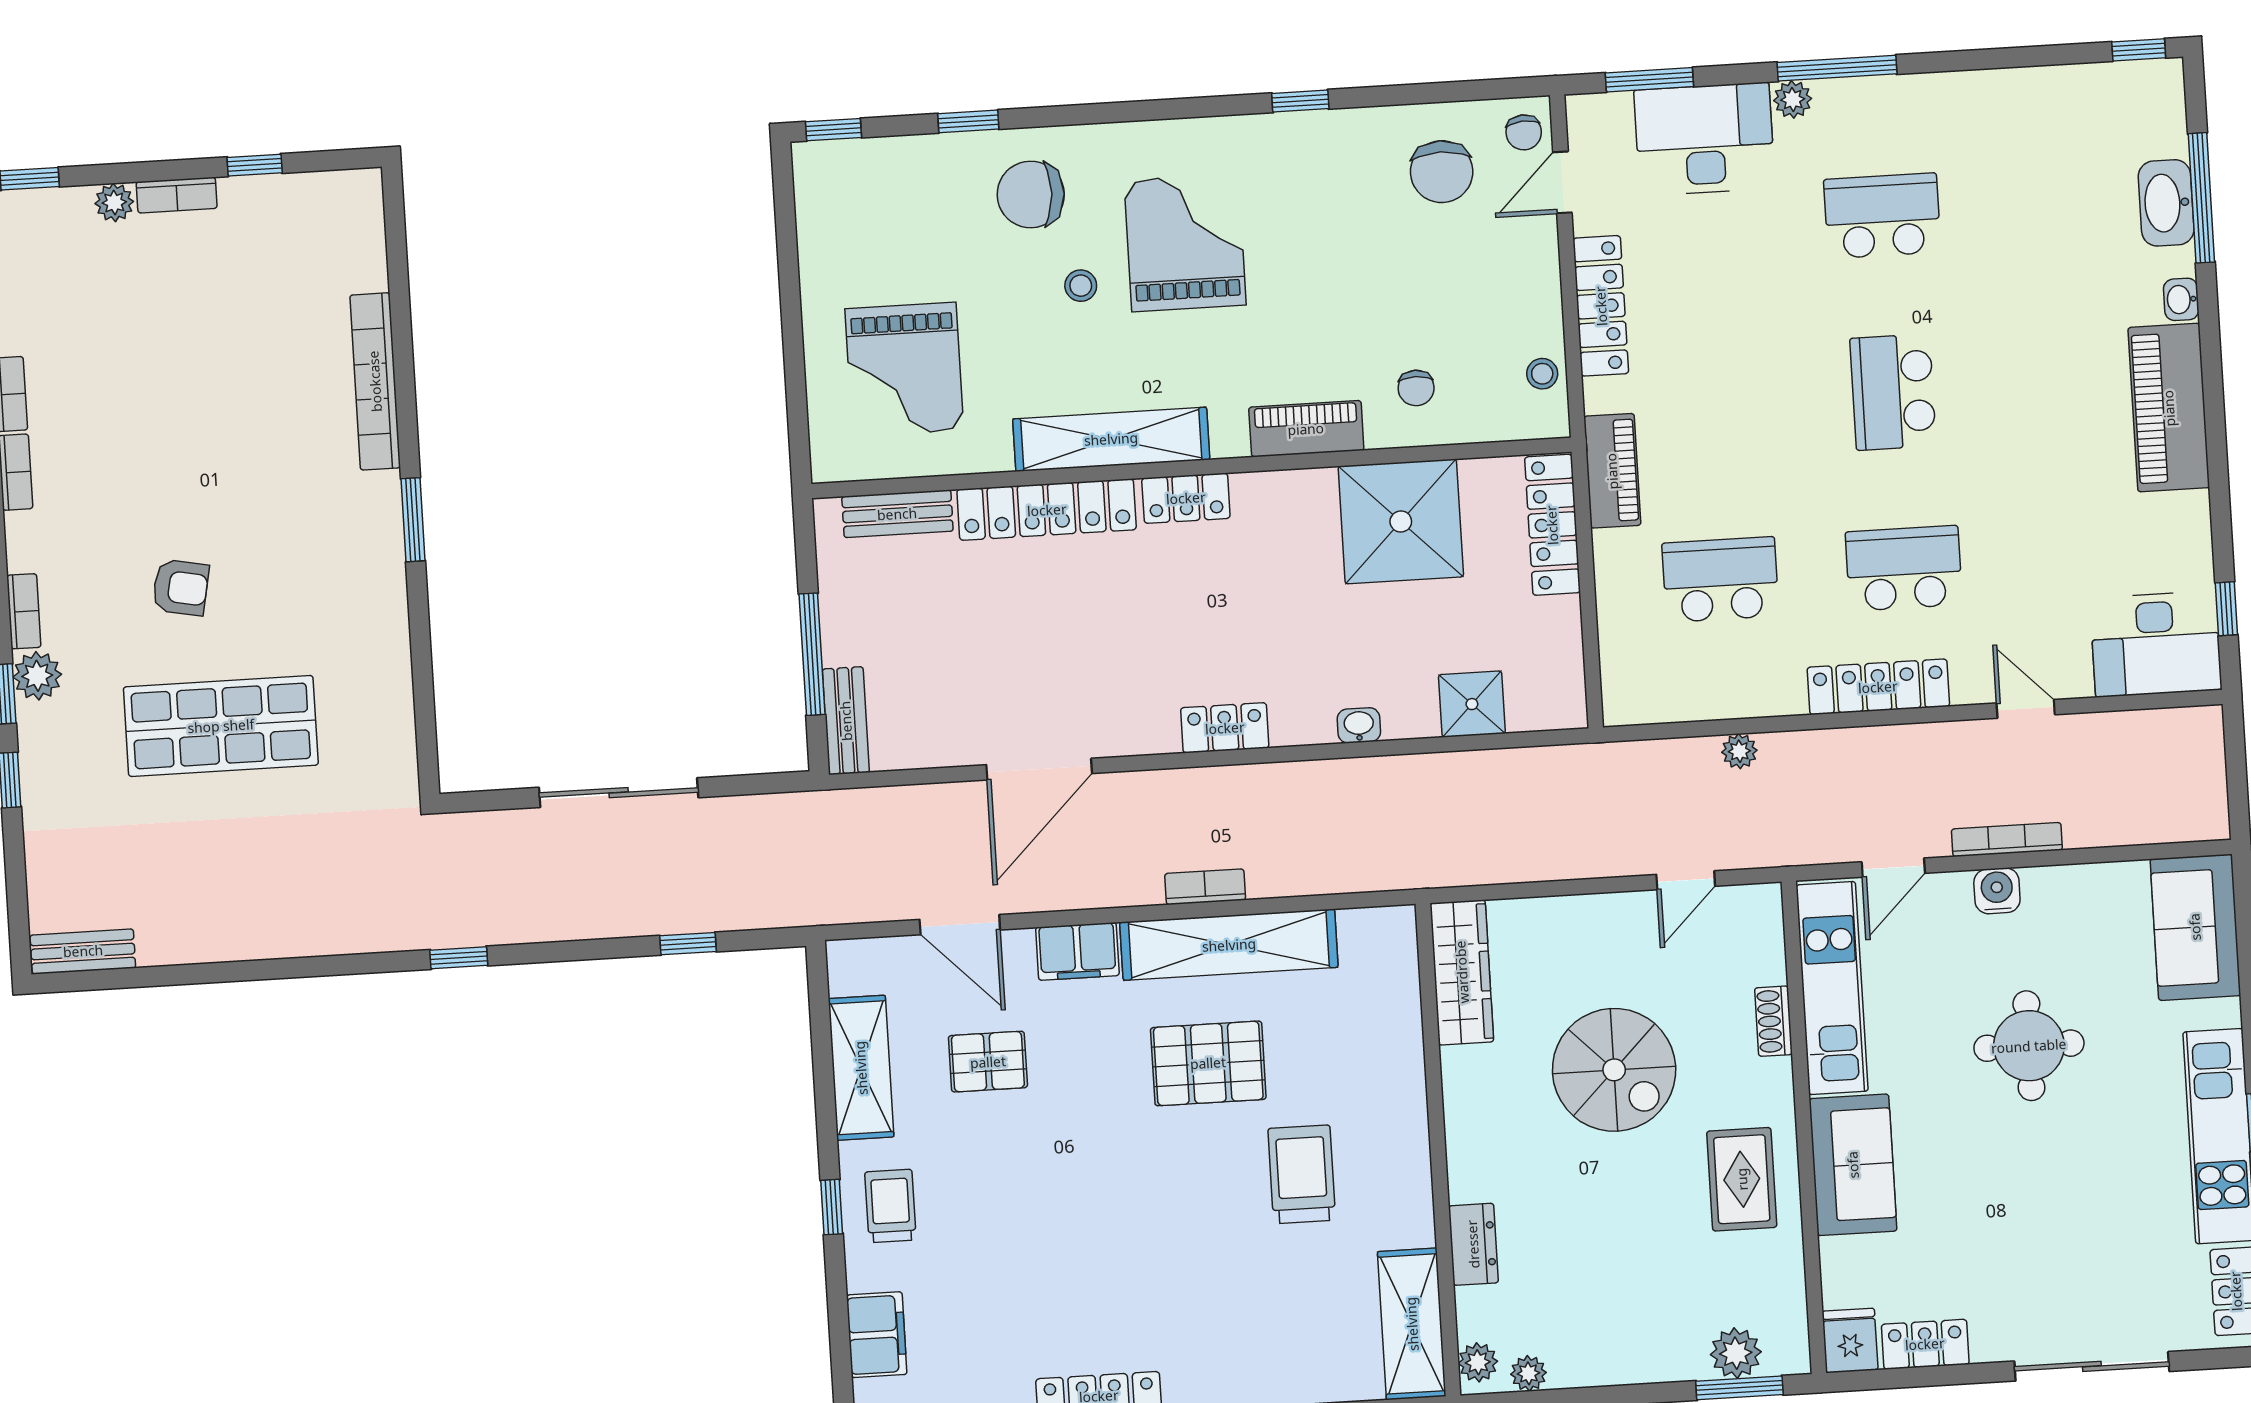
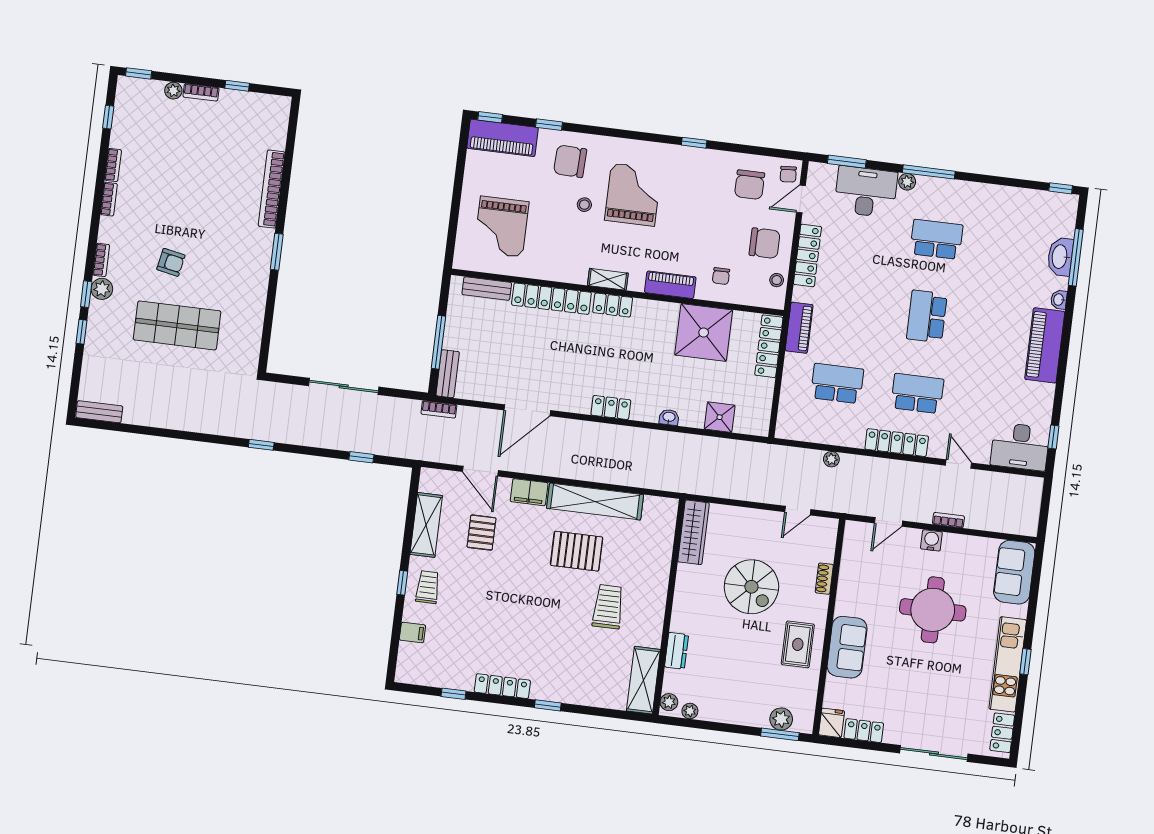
piano: (870, 171) -> (503, 138), added
chair: (1500, 296) -> (765, 243), added
shelving: (1111, 439) -> (608, 279), width x0.45, depth x0.75
bookcase: (2007, 840) -> (948, 520), width x0.64
bookcase: (1205, 887) -> (439, 409), moved, turned 180
kitchen unit: (1832, 988) -> (852, 569), removed
round table: (2029, 1046) -> (933, 610), width x1.36, depth x1.36
pallet: (988, 1062) -> (481, 533), turned 90
filing cabinet: (877, 1335) -> (412, 633), width x0.50

